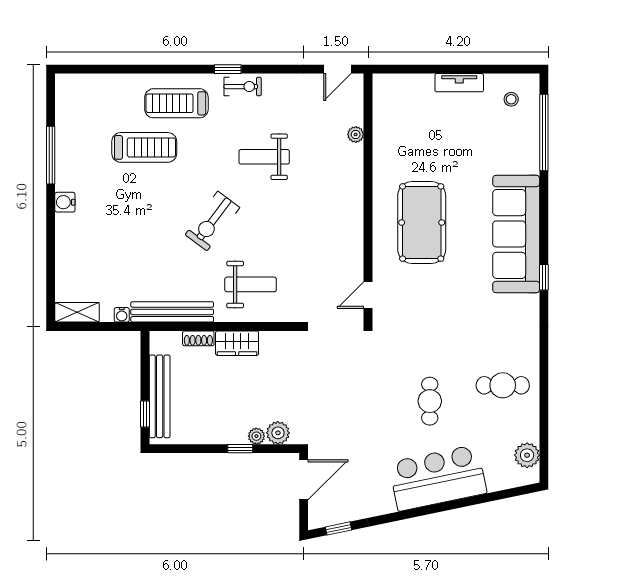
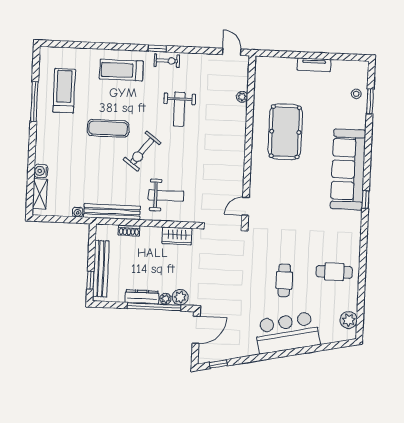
door: (337, 69) -> (232, 52), swing flipped
stool: (511, 99) -> (356, 94), moved
window: (544, 133) -> (370, 101), width x0.47
treadmill: (144, 147) -> (64, 91), moved, turned -90
weight bench: (264, 157) -> (179, 109), turned -90
exercise mat: (161, 190) -> (108, 128), added
water cooler: (65, 202) -> (41, 171), moved
pool table: (422, 222) -> (285, 132), moved
shelving: (77, 312) -> (40, 194), moved, turned 90
wardrobe: (237, 343) -> (177, 236), moved
dresser: (222, 435) -> (142, 297), added
window: (240, 449) -> (154, 307), width x3.17

